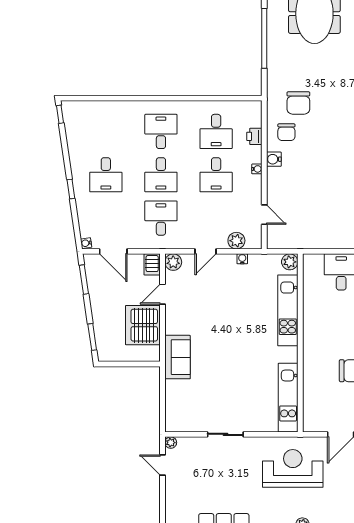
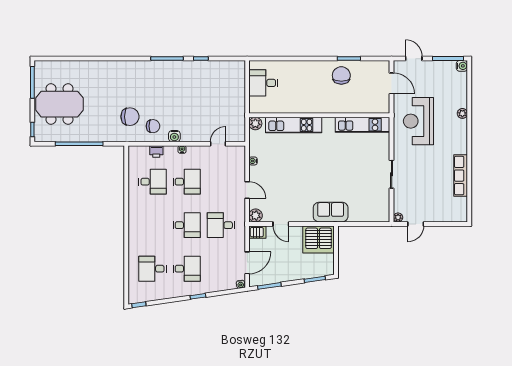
desk: (161, 131) -> (152, 269), moved
plant: (236, 241) -> (239, 166), removed
server rack: (143, 325) -> (319, 239), moved

